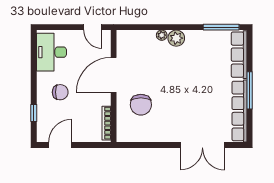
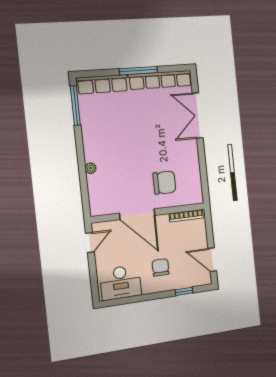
plant: (176, 38) -> (92, 152), removed
double door: (202, 145) -> (198, 116), swing flipped

